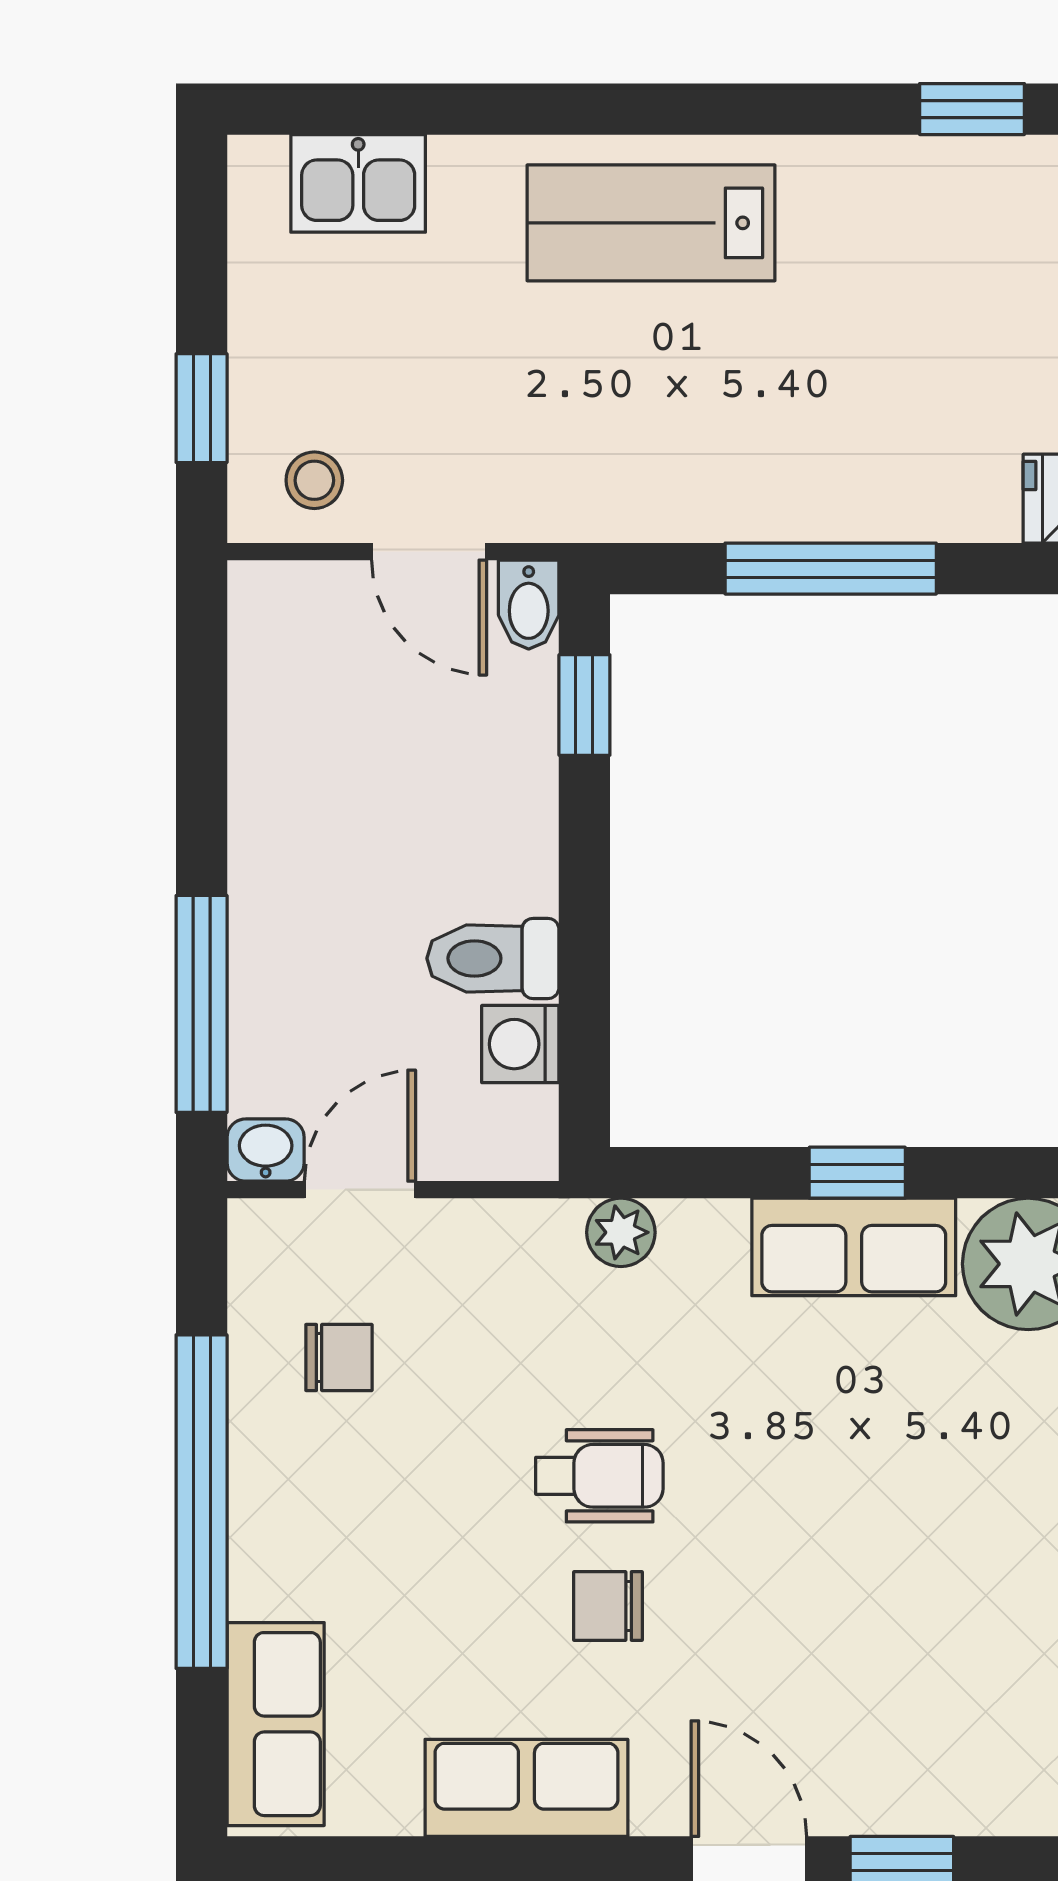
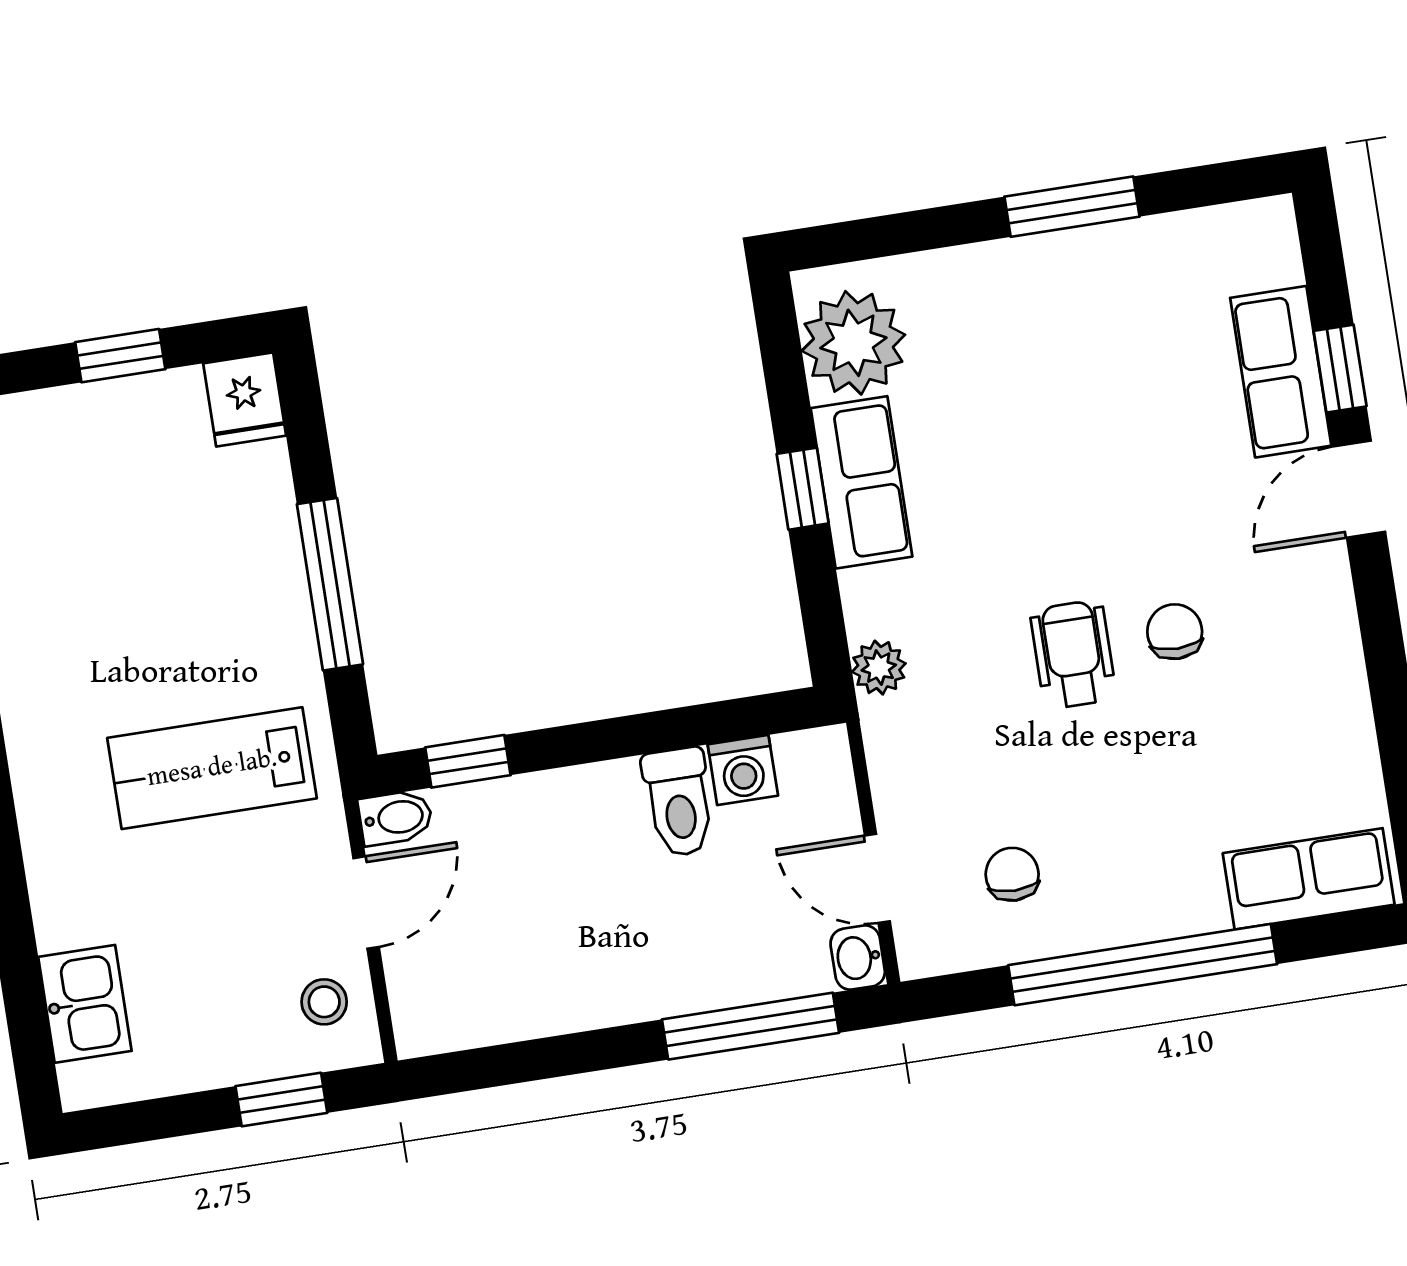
lab bench: (651, 223) -> (212, 768), moved, turned 90
chair: (608, 1606) -> (1175, 632), turned 180
row of seats: (526, 1788) -> (1281, 372), moved

